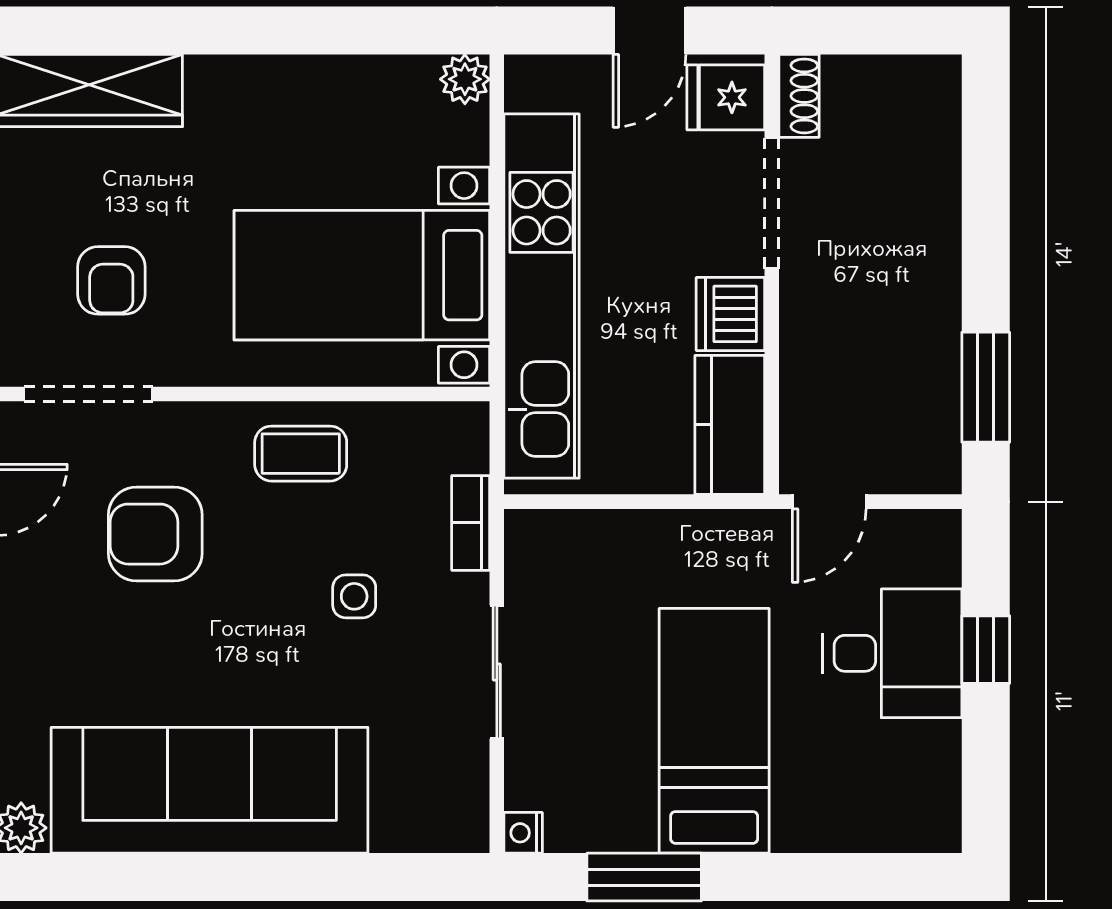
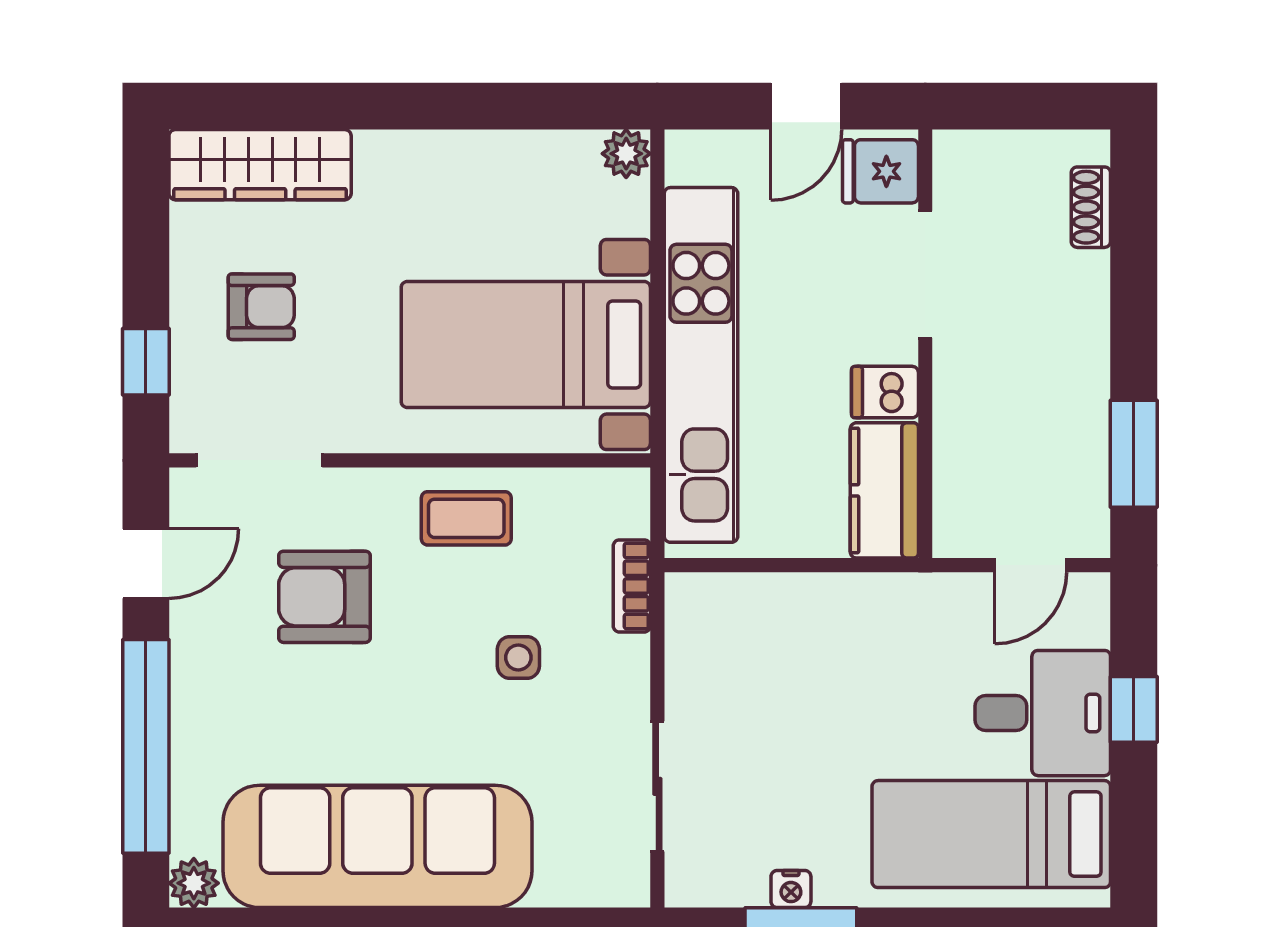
shoe rack: (799, 96) -> (1091, 207), moved, turned 180
armchair: (111, 280) -> (261, 307), moved, turned -90
dishwasher: (730, 314) -> (885, 392), width x0.73
door: (829, 502) -> (1031, 565), moved
sliding door: (497, 672) -> (657, 786), moved
bed: (714, 731) -> (991, 834), moved, turned -90
nightstand: (523, 833) -> (791, 889), moved, turned -90

